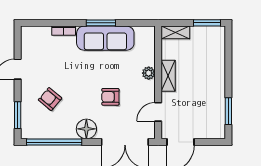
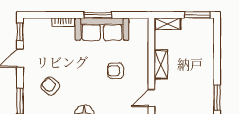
window: (18, 41) -> (20, 32), added
plant: (149, 73) -> (142, 62), removed
armchair: (110, 97) -> (116, 71), moved

